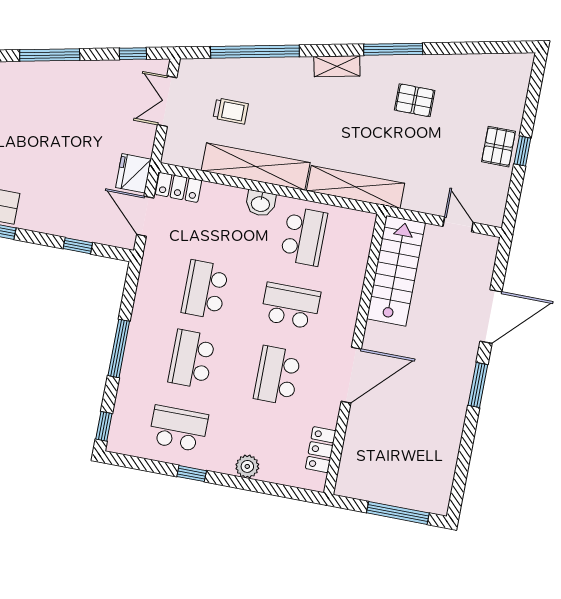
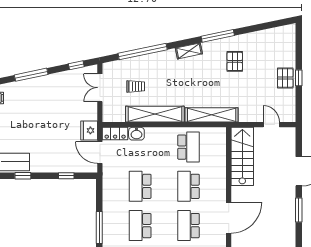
pallet: (415, 100) -> (235, 61), turned 90
washbasin: (261, 203) -> (136, 134), moved
school desk: (291, 306) -> (188, 186), turned -90

